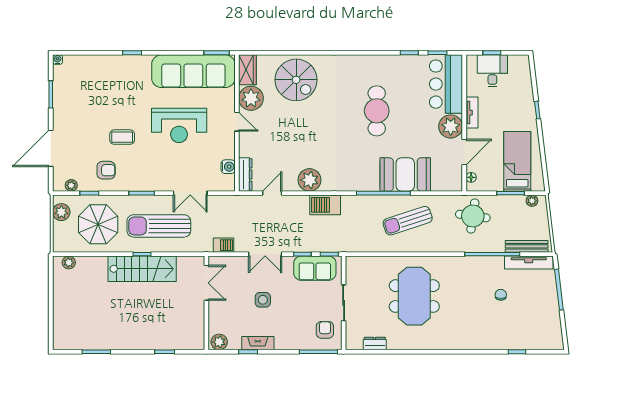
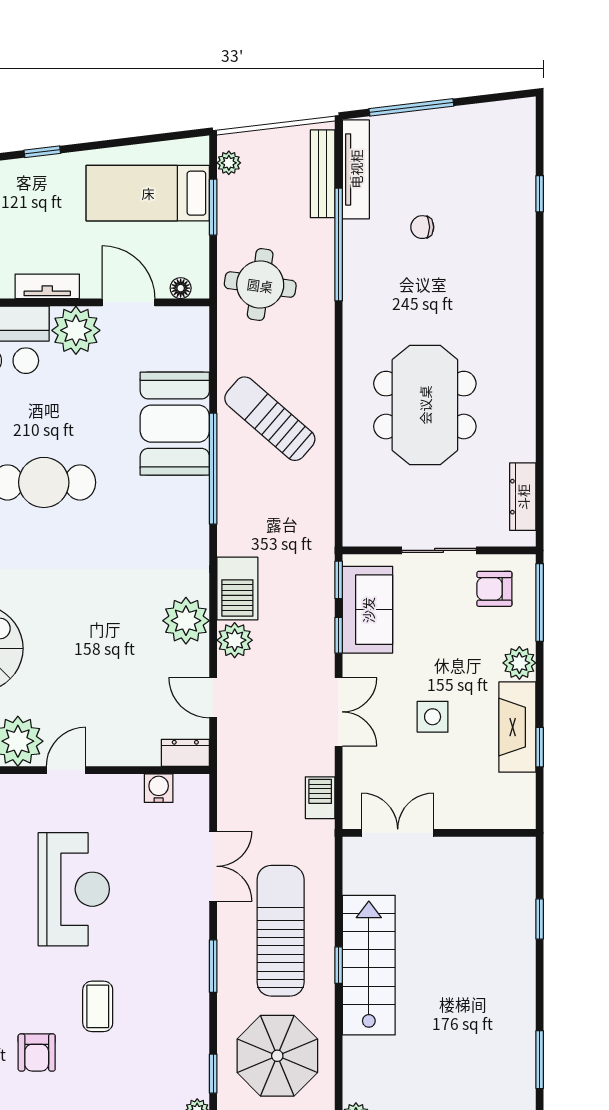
armchair: (106, 170) -> (37, 1053), moved, turned 180
dresser: (245, 175) -> (185, 753), width x0.70
plant: (300, 204) -> (235, 640), added
sun lounger: (408, 221) -> (270, 419), turned 149
sun lounger: (159, 226) -> (281, 931), turned 180
meeting table: (414, 296) -> (425, 405), turned 90
plant: (219, 342) -> (519, 663), moved
fireplace: (258, 343) -> (517, 727), width x1.37, depth x1.32
dresser: (375, 344) -> (523, 497), width x1.44

